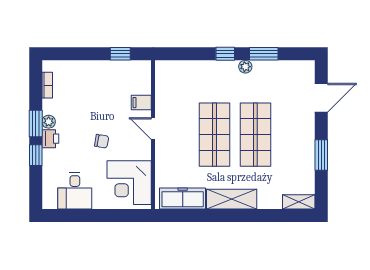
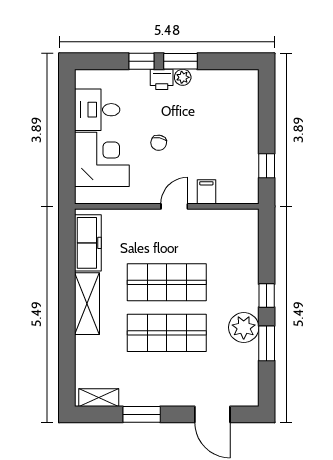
plant: (245, 67) -> (244, 327), width x1.88, depth x1.88
bookcase: (47, 85) -> (228, 76), removed
corner desk: (129, 183) -> (102, 159), moved, turned 90
shelving: (299, 202) -> (99, 398), moved, turned 90

